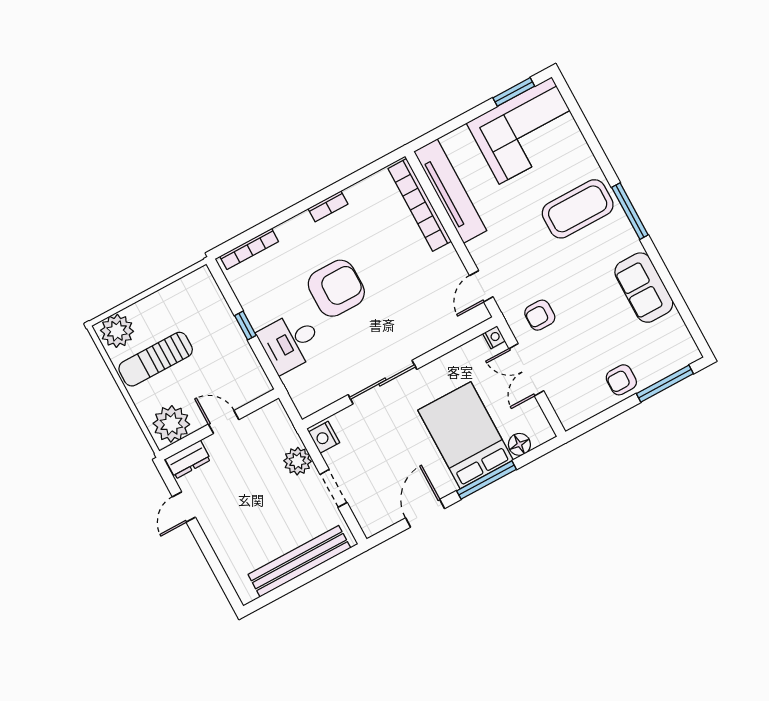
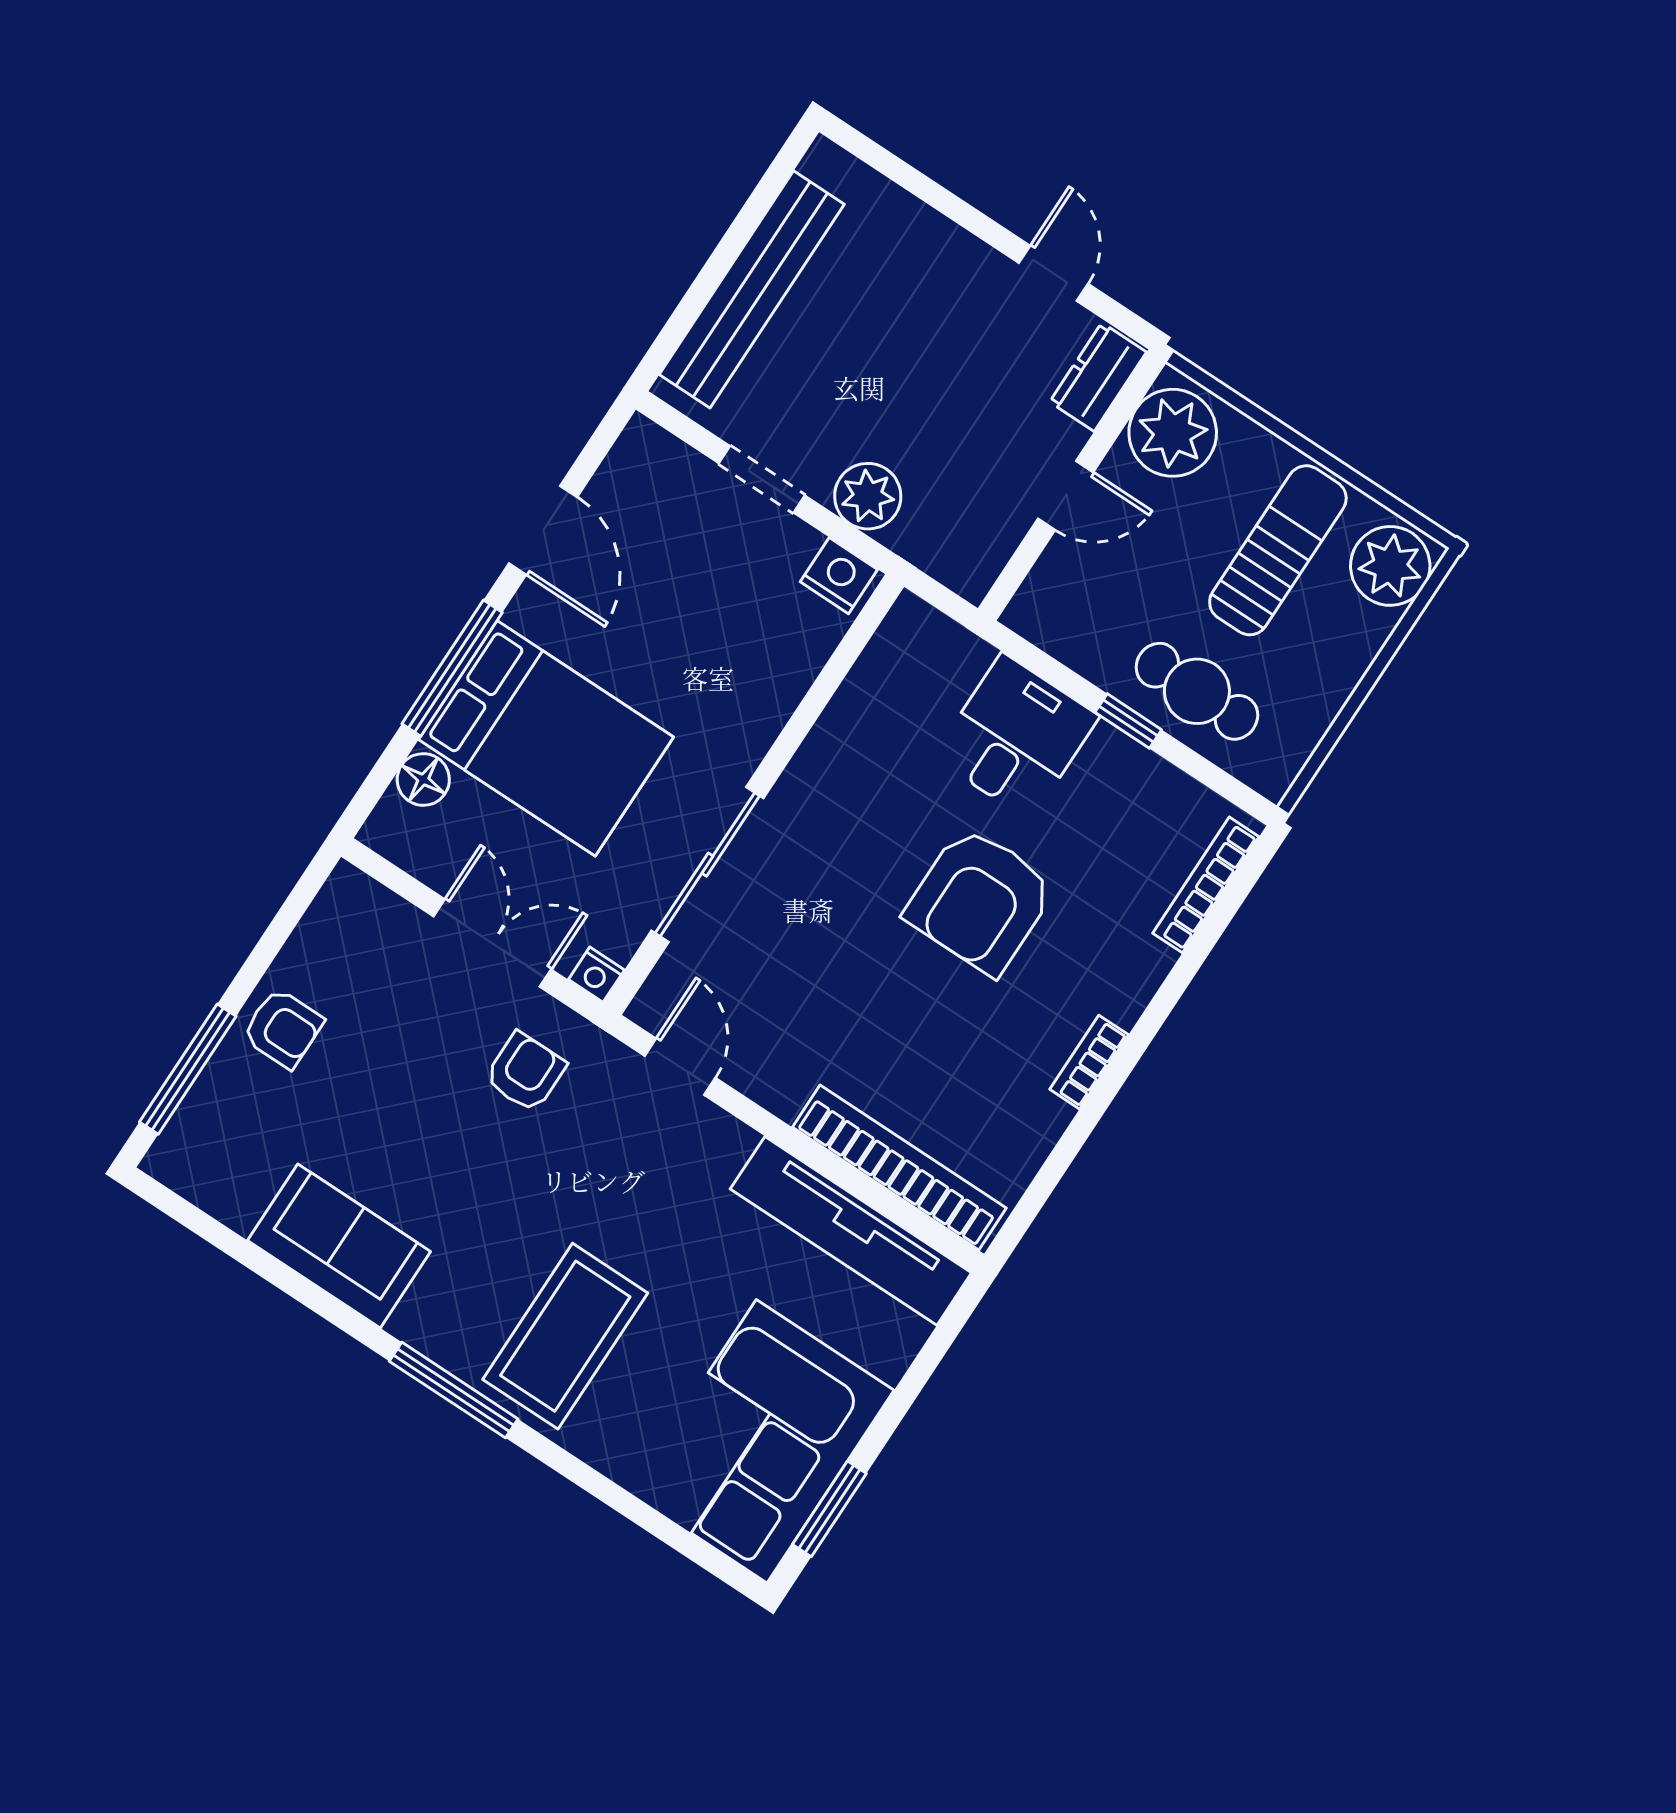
cafe table: (214, 323) -> (1197, 691), added
armchair: (621, 380) -> (283, 1028), turned 90
sliding door: (382, 382) -> (707, 865), moved

